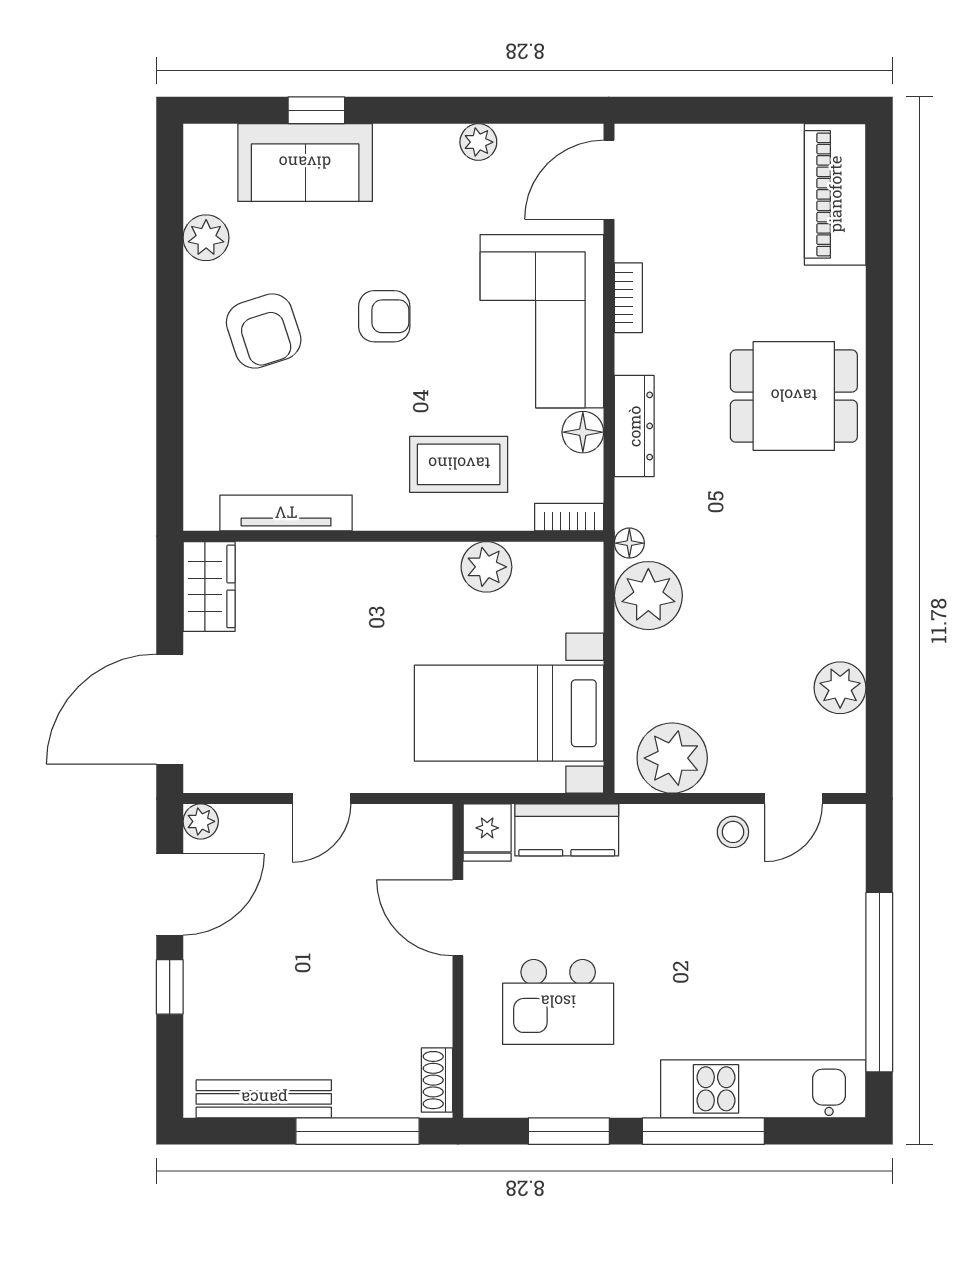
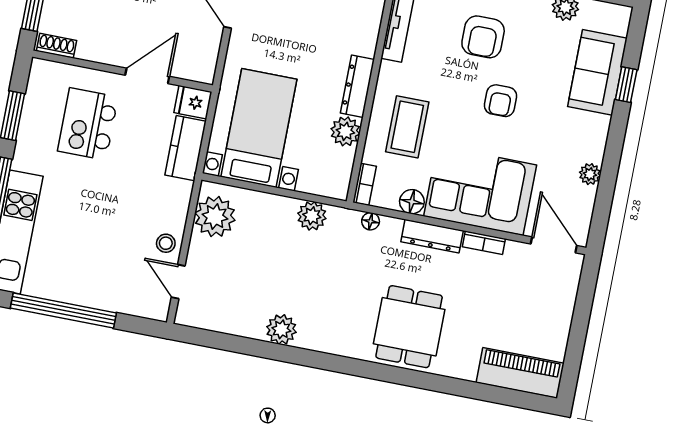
armchair: (264, 331) -> (483, 37), moved, turned -72
dresser: (634, 426) -> (432, 236), moved
floor lamp: (629, 543) -> (371, 221), moved
dresser: (407, 561) -> (357, 86), added
plant: (648, 596) -> (312, 216), width x0.73, depth x0.73
plant: (840, 688) -> (281, 329), moved

